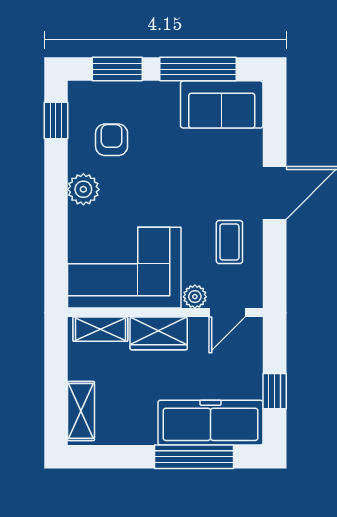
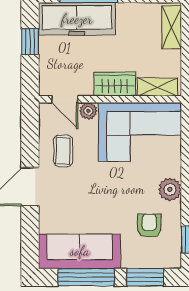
sofa: (222, 104) -> (80, 251), width x1.36
armchair: (112, 140) -> (149, 226), turned 180
door: (227, 312) -> (65, 99), swing flipped

